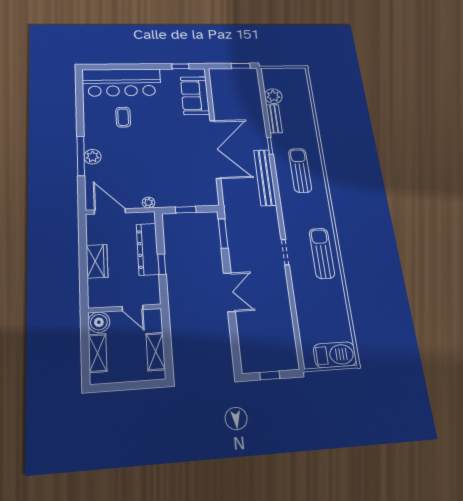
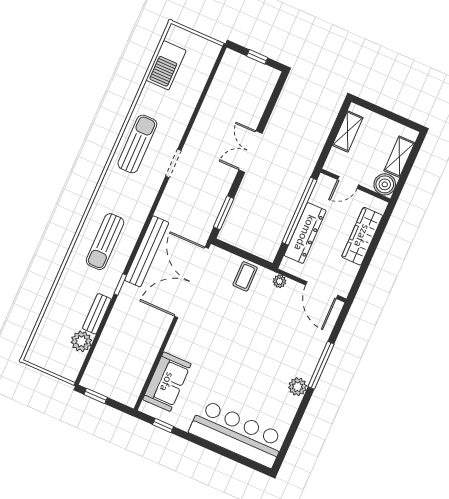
coffee table: (123, 117) -> (245, 276), moved
double door: (215, 149) -> (192, 282), moved
plant: (93, 157) -> (298, 387), moved
window: (186, 210) -> (247, 256), removed
sun lounger: (322, 253) -> (137, 144), turned 180
wardrobe: (97, 261) -> (362, 236), width x1.50
window: (162, 264) -> (299, 211), width x3.17
door: (133, 308) -> (348, 182), swing flipped
barbecue: (335, 355) -> (166, 65), moved, turned -90

